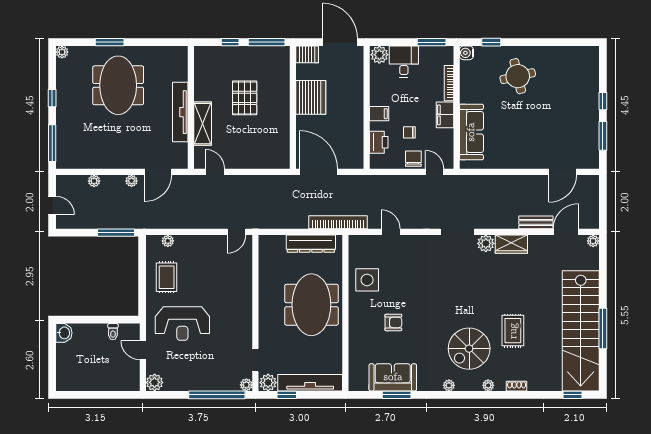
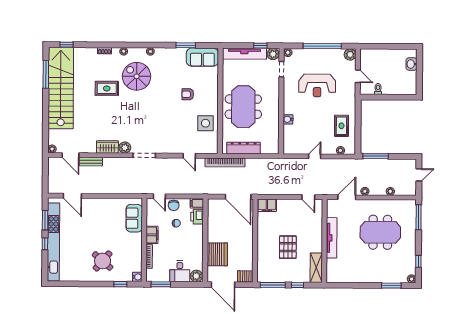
window: (110, 42) -> (391, 286), moved
round table: (518, 76) -> (103, 261), turned -36
meeting table: (118, 85) -> (380, 232), moved, turned 90
server rack: (311, 97) -> (217, 254), moved, turned 180
window: (52, 98) -> (418, 261), moved
kitchen unit: (590, 104) -> (53, 242), added
filing cabinet: (379, 114) -> (197, 203), moved
shelving: (203, 124) -> (316, 268), moved
sofa: (471, 132) -> (134, 218), width x0.73
filing cabinet: (276, 160) -> (267, 205), added
door: (563, 172) -> (72, 196), swing flipped
door: (52, 205) -> (419, 175), swing flipped
door: (236, 232) -> (315, 156), moved
door: (566, 232) -> (70, 155), hinge flipped
water cooler: (245, 286) -> (288, 119), added
reception desk: (182, 323) -> (317, 85), moved, turned 180
window: (603, 329) -> (46, 74), moved
rug: (513, 331) -> (107, 88), turned 90
washbasin: (64, 333) -> (411, 64), moved
spiral stairs: (469, 349) -> (137, 76), turned -90
sofa: (393, 377) -> (202, 57), moved
window: (217, 395) -> (322, 46), moved

